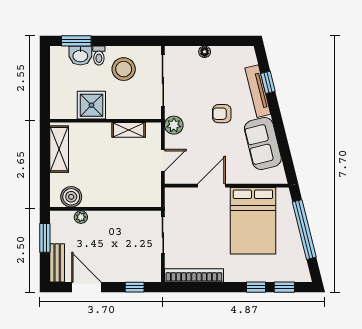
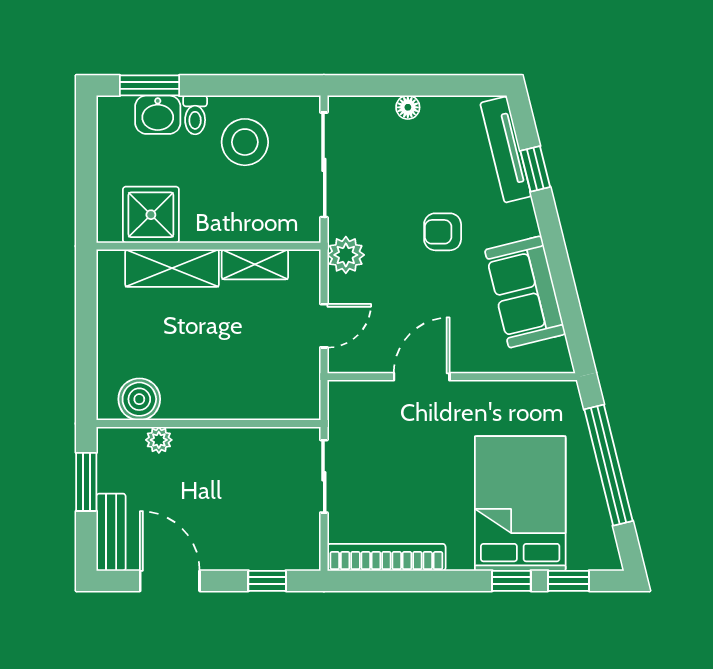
tv unit: (258, 91) -> (506, 150), moved
shower: (91, 105) -> (151, 215), moved
shelving: (59, 149) -> (172, 268), moved, turned 90
bed: (253, 221) -> (520, 503), moved, turned 180

